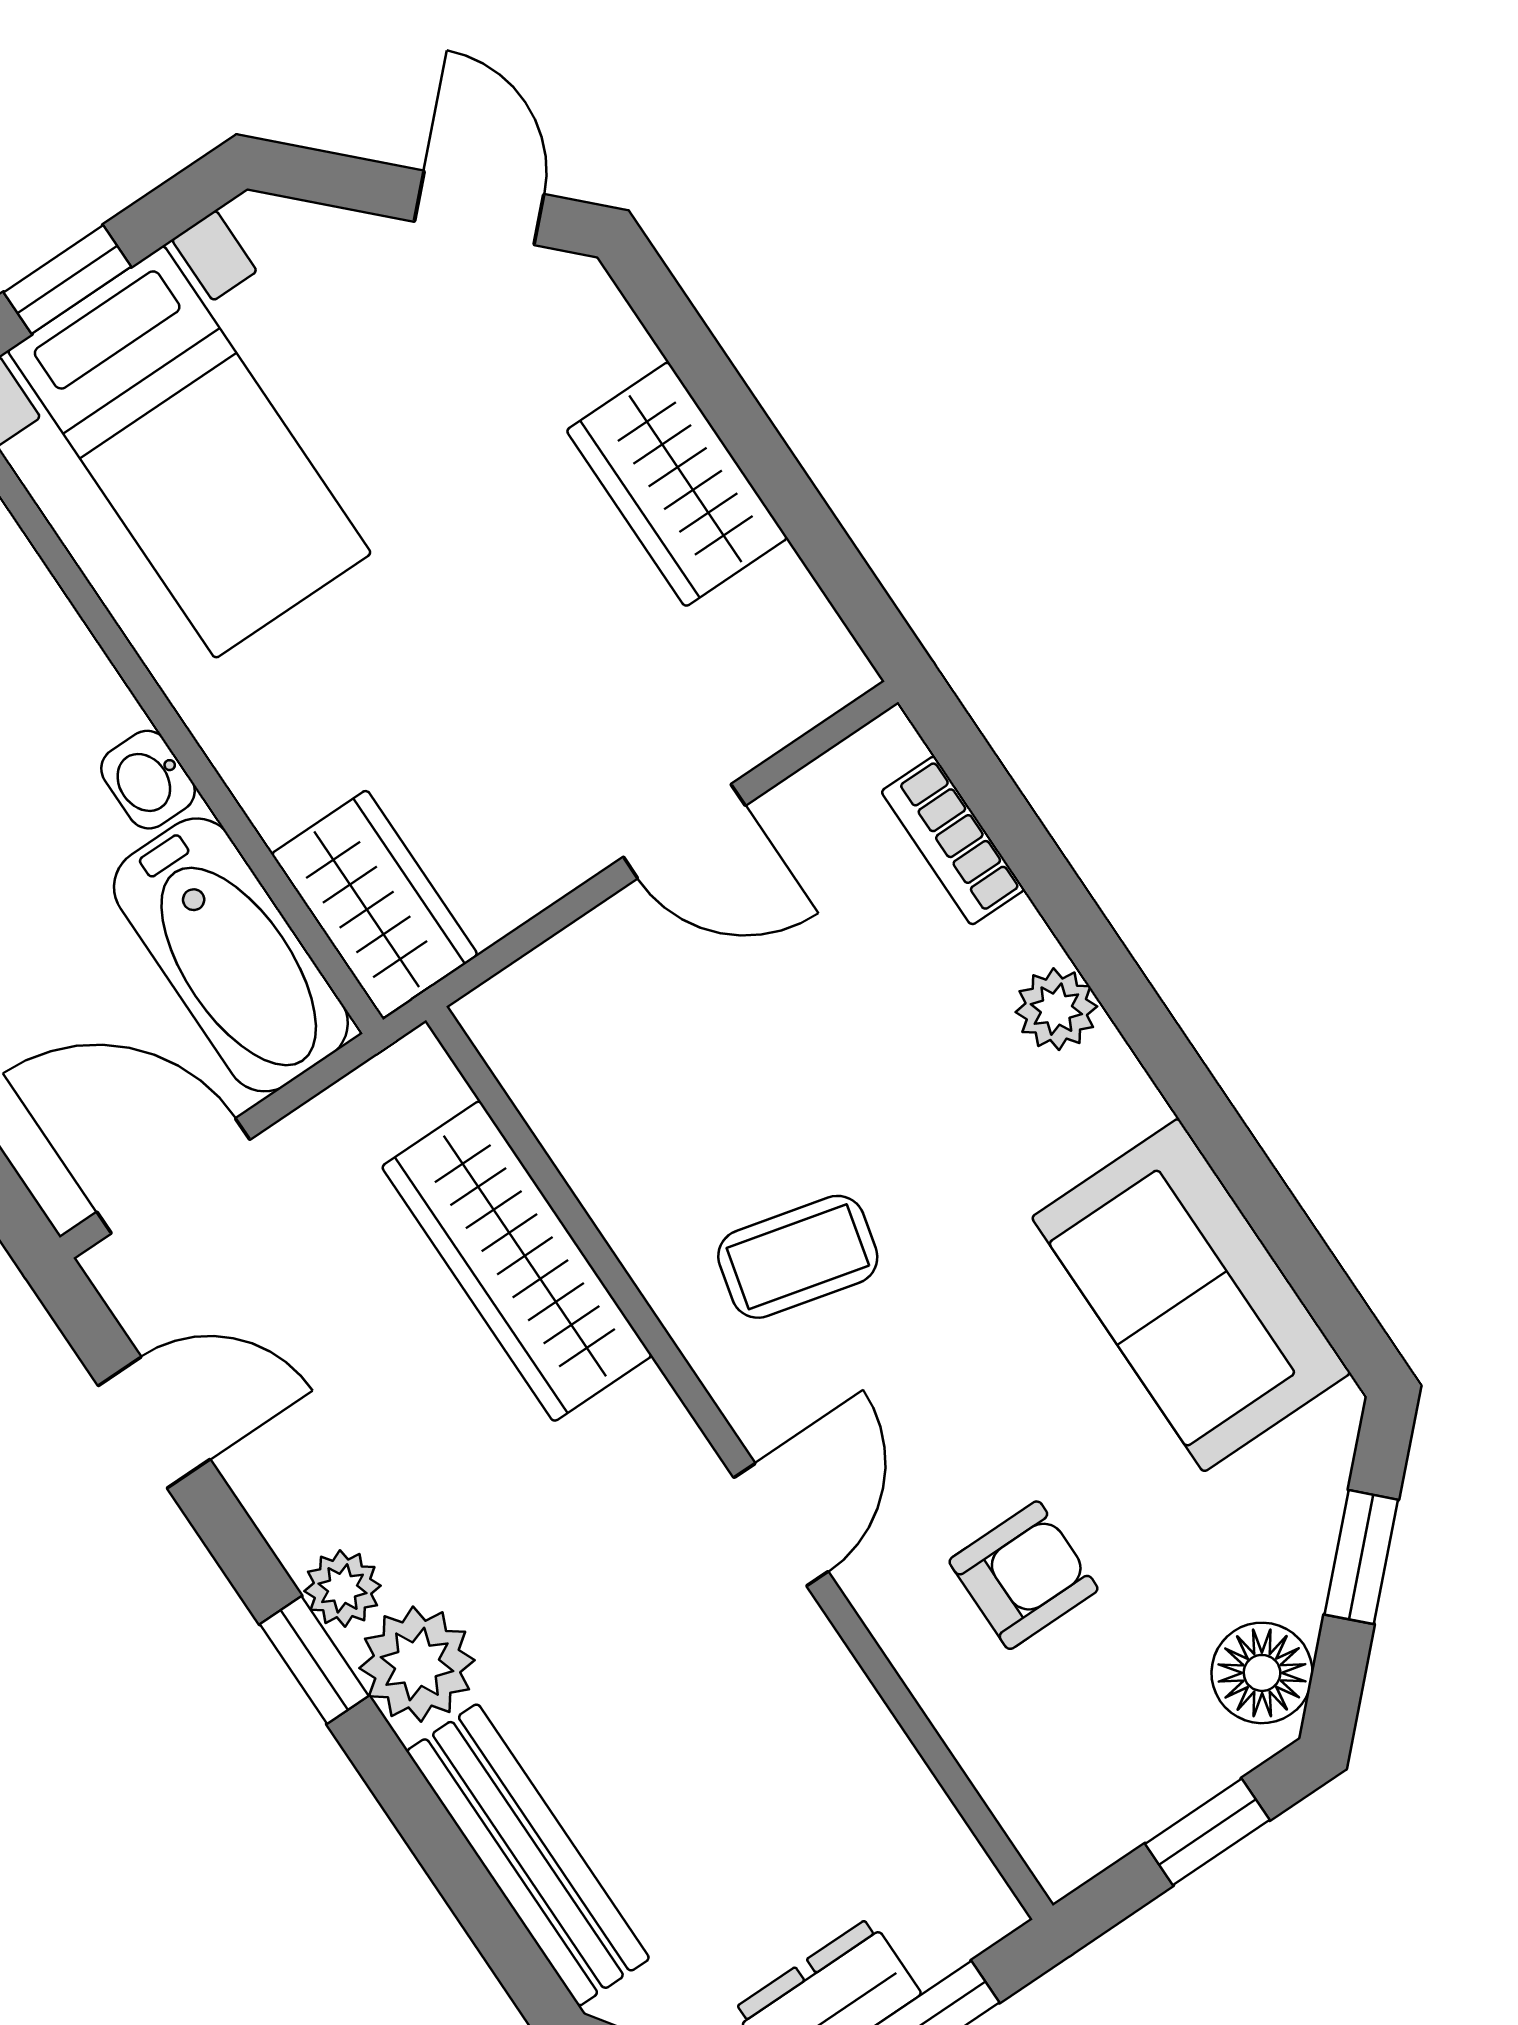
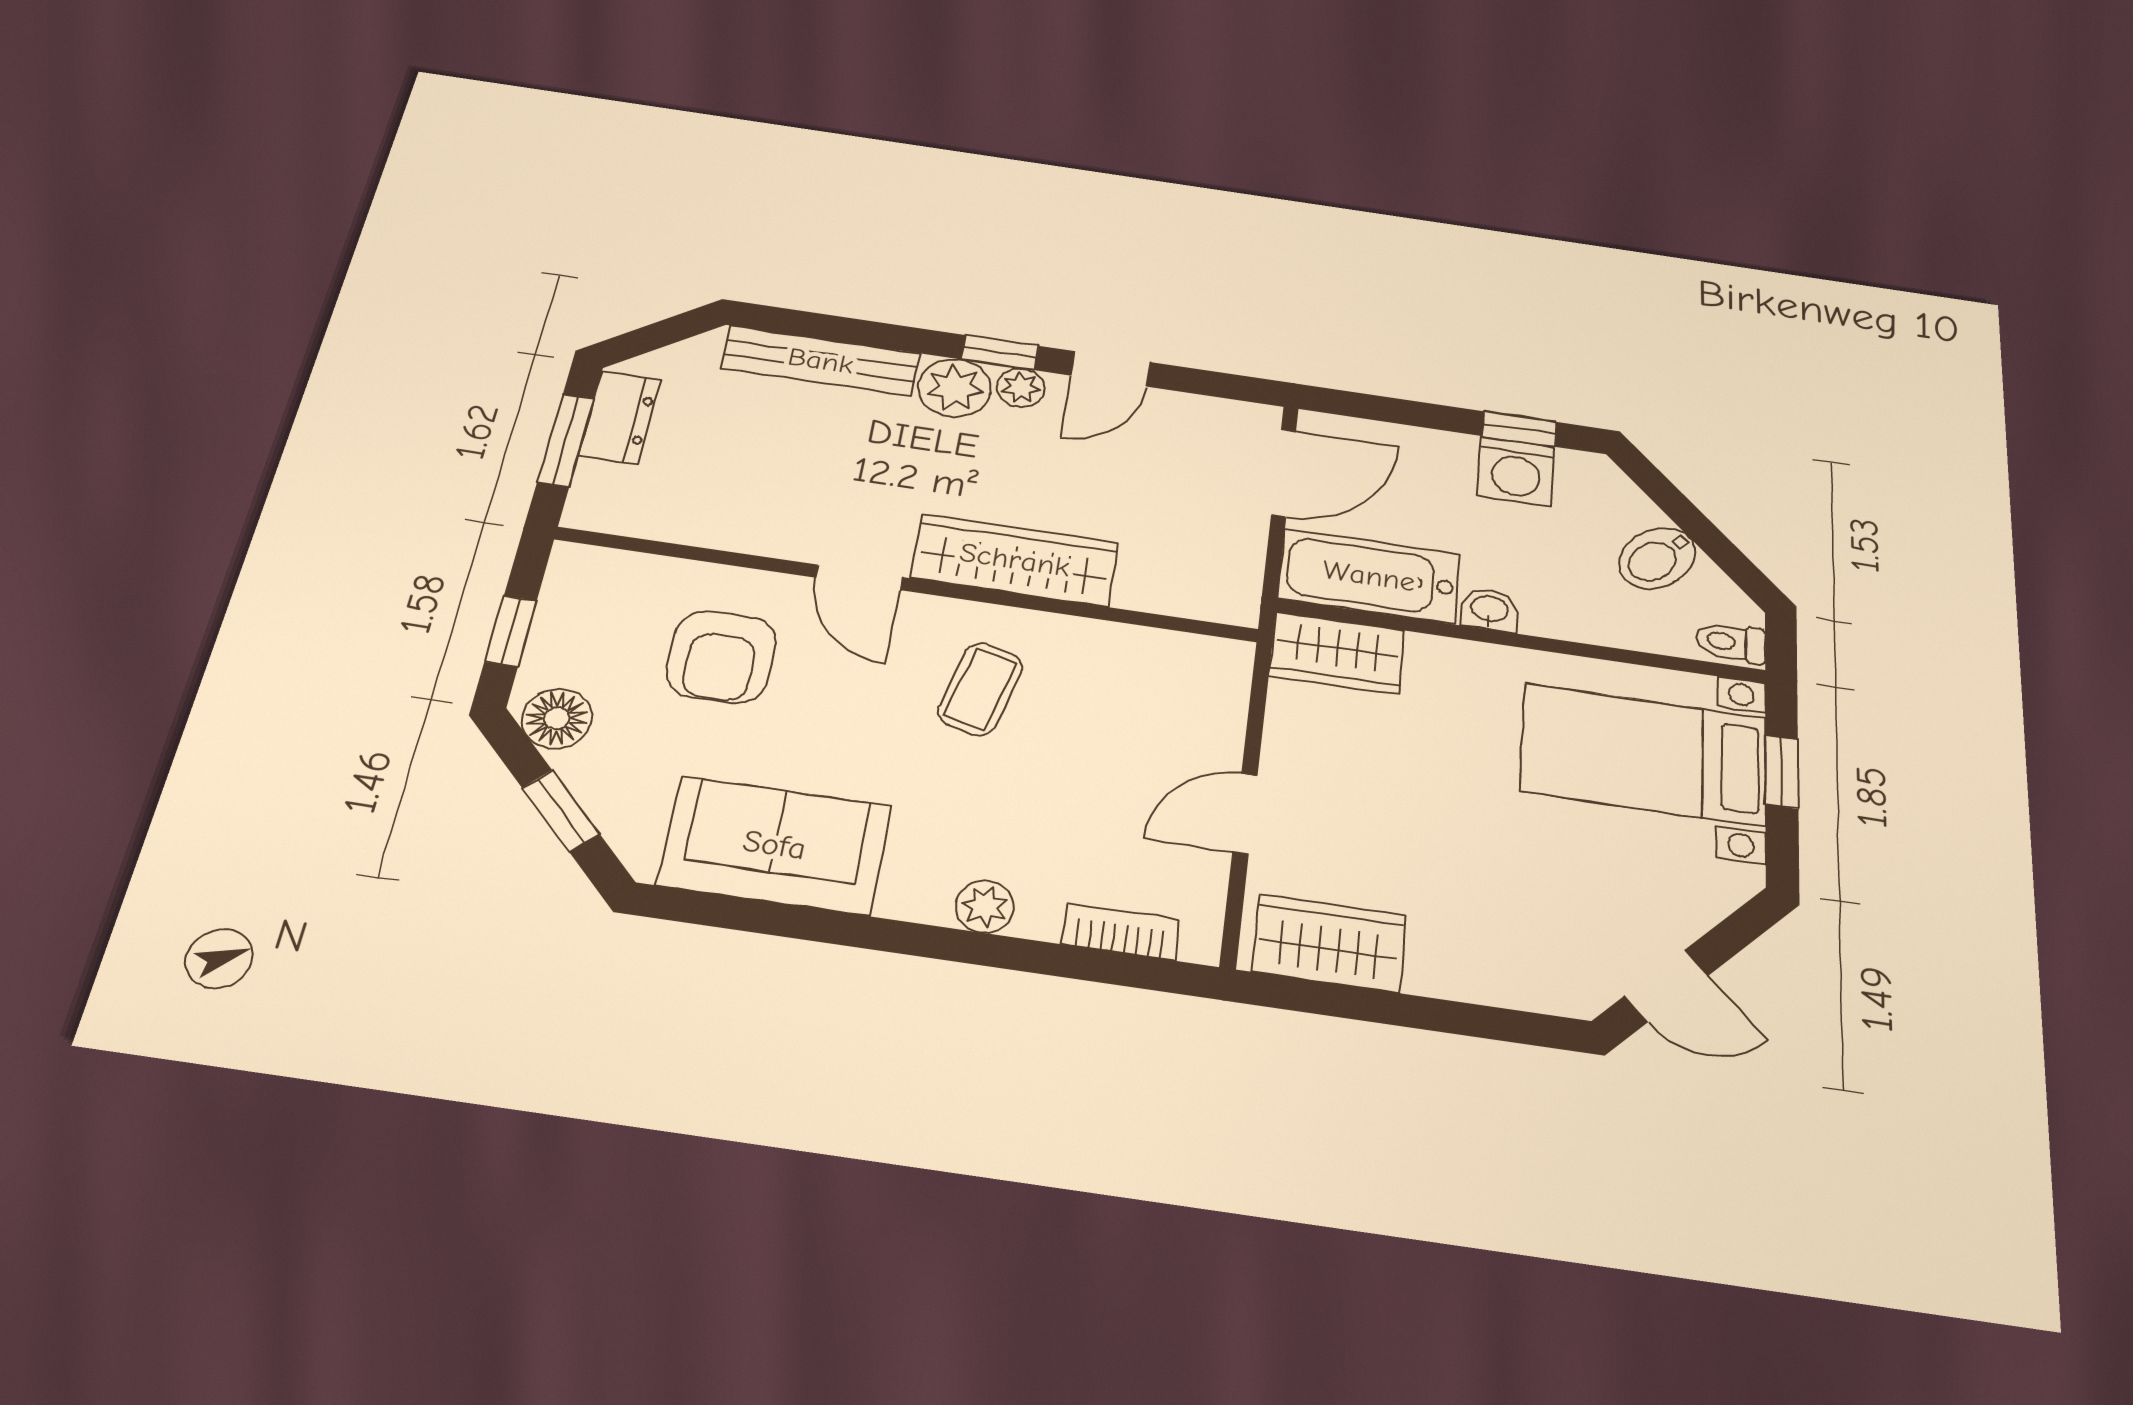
wardrobe: (677, 484) -> (1329, 943), moved
wardrobe: (517, 1261) -> (1015, 560), moved
door: (154, 1423) -> (1111, 369), moved
armchair: (1023, 1575) -> (721, 657), width x1.38, depth x1.38

